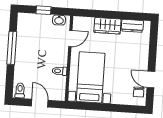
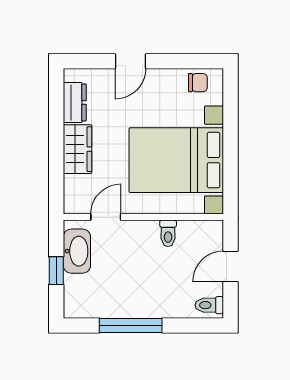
washbasin: (59, 20) -> (77, 251), width x1.91, depth x1.45
door: (70, 38) -> (106, 217), hinge flipped
bed with nightstands: (91, 77) -> (176, 160), width x1.36
door: (151, 80) -> (130, 61), moved

